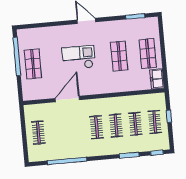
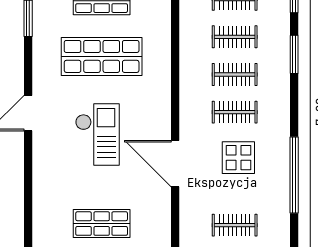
shop shelf: (119, 56) -> (102, 56), width x1.43, depth x1.36
checkout: (79, 58) -> (97, 134), turned 180
display table: (73, 131) -> (238, 158), added

